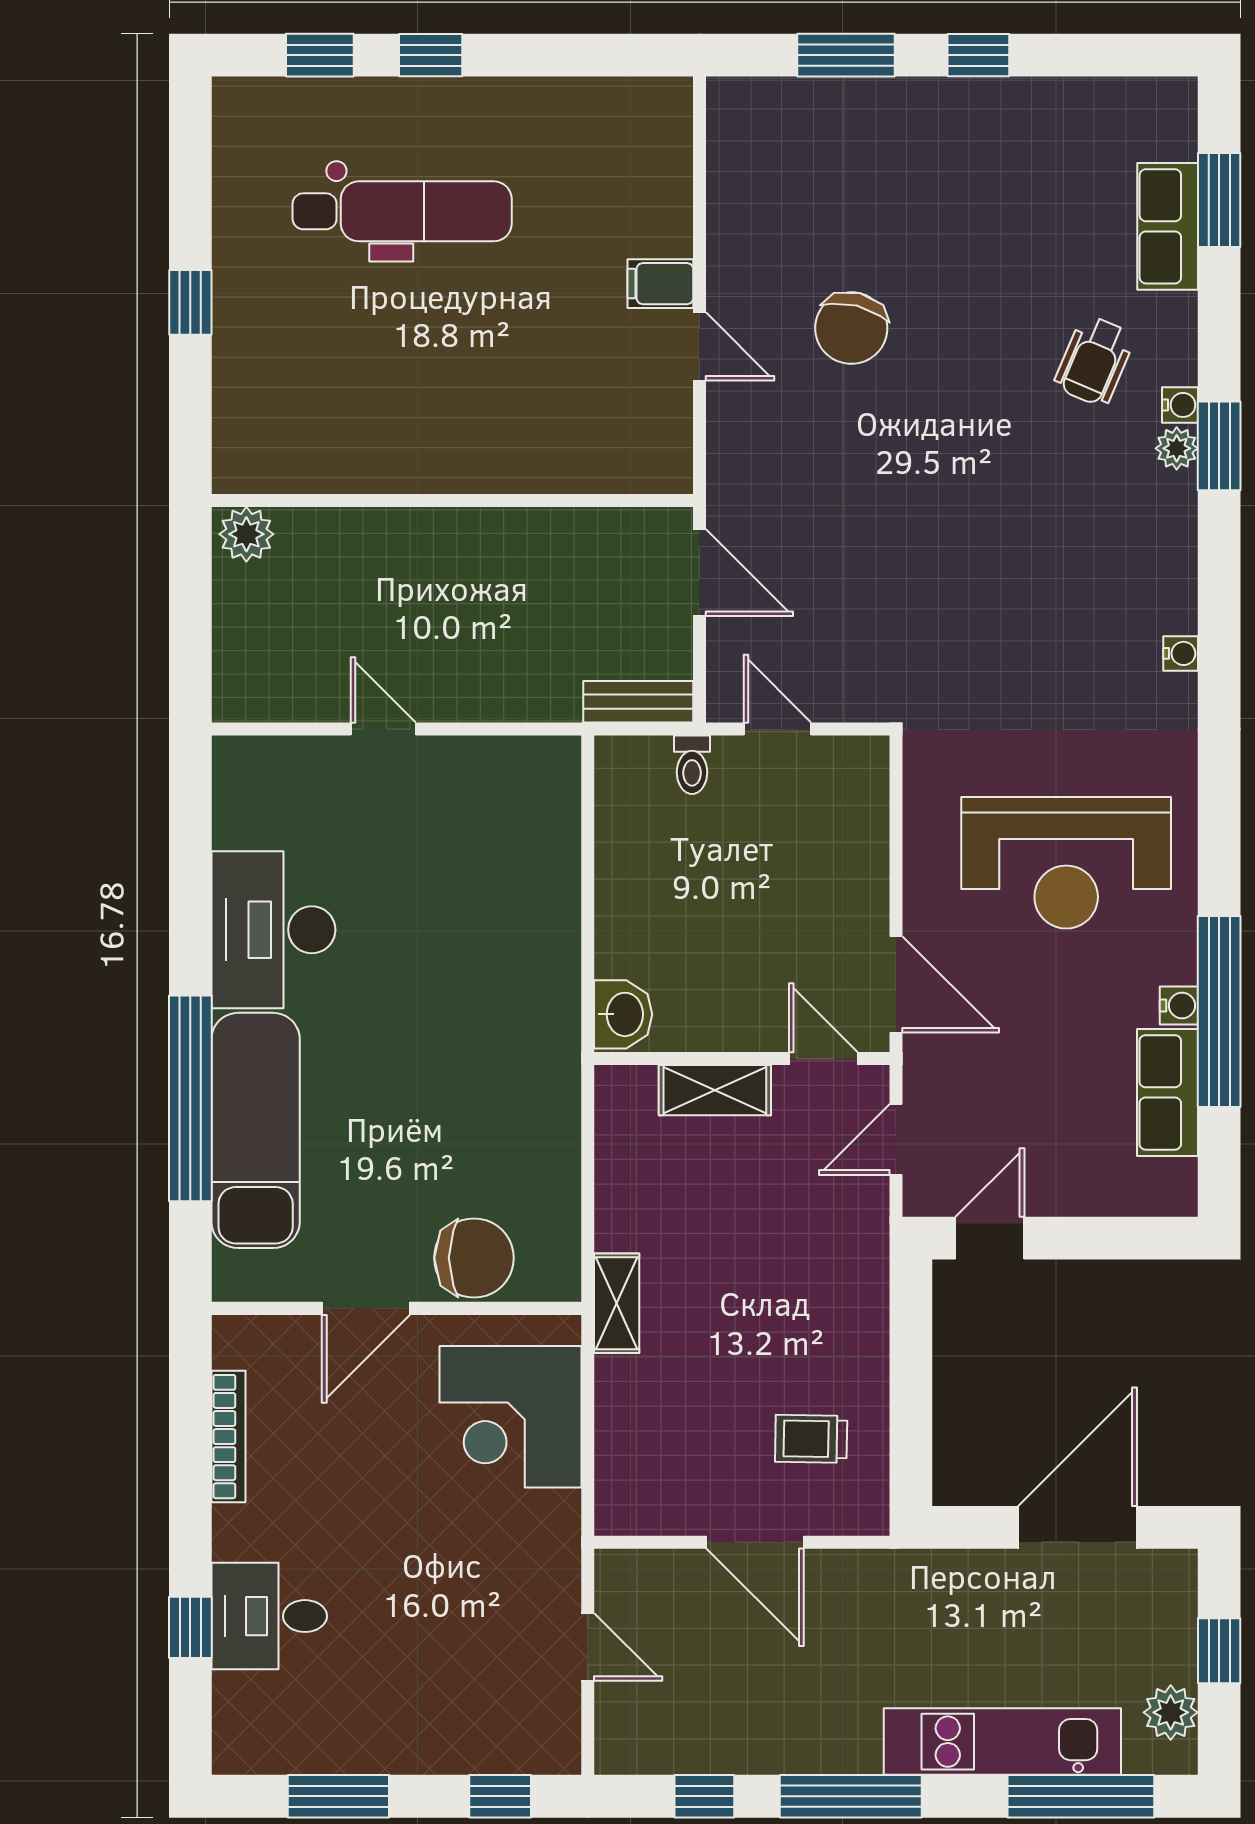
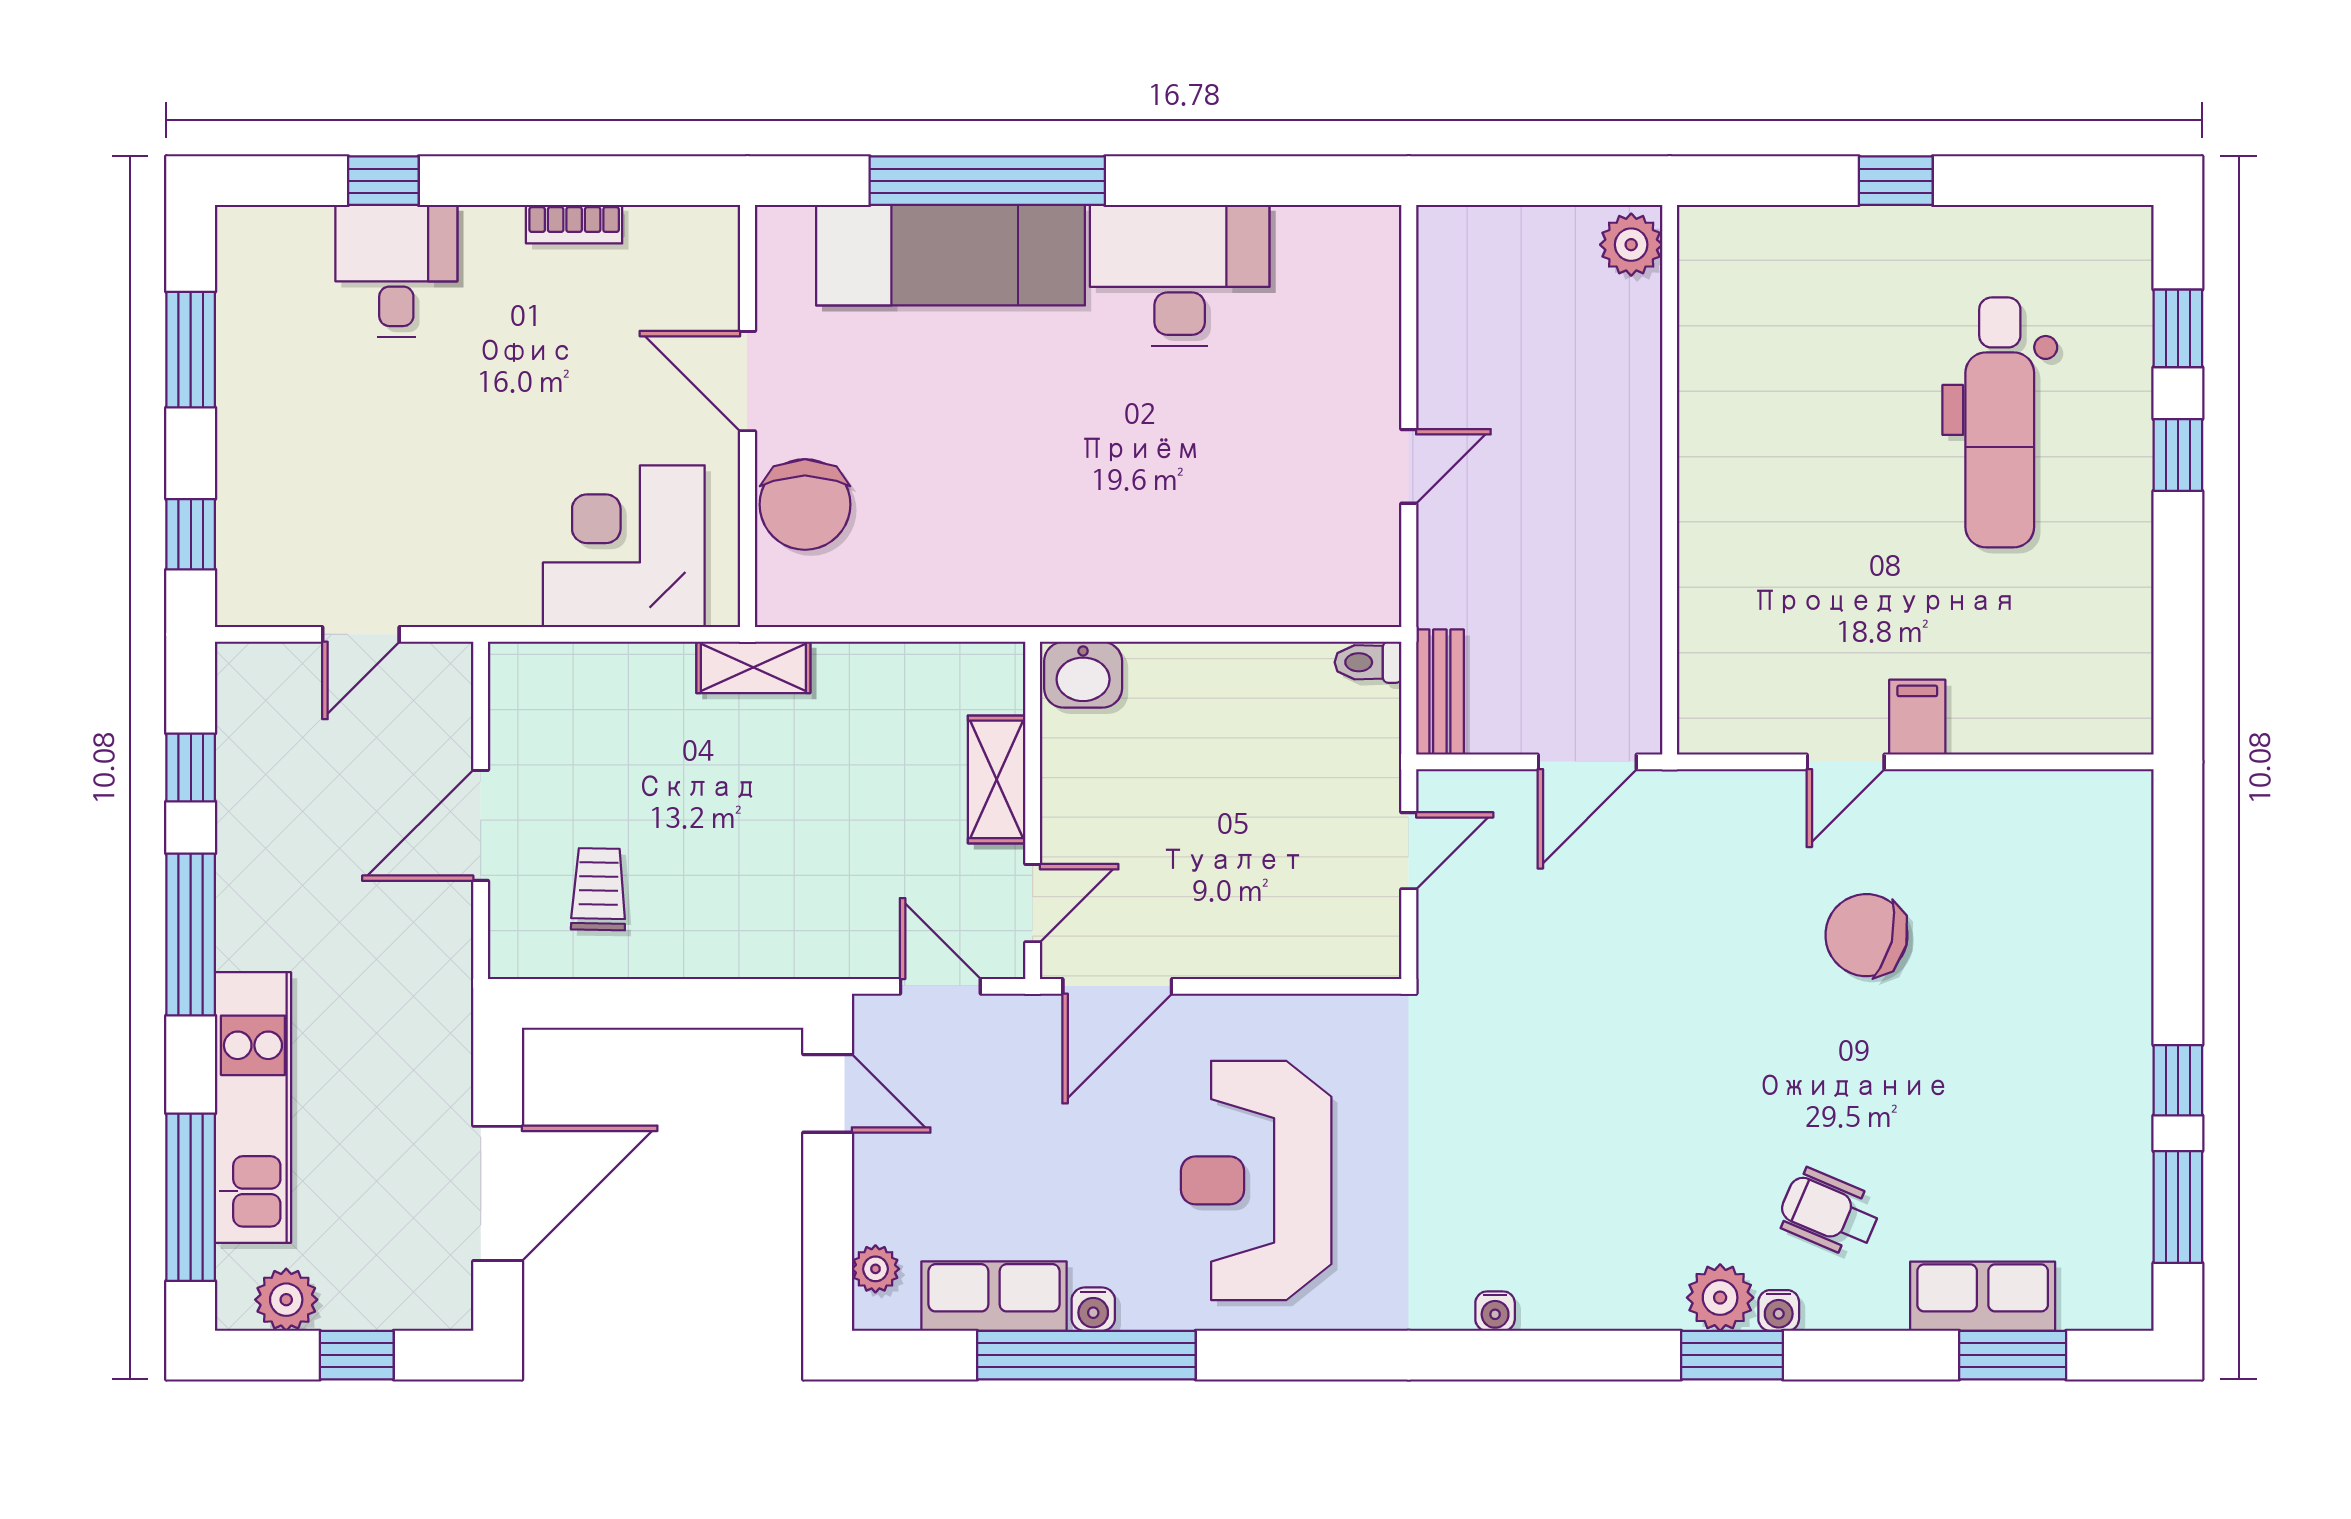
window: (846, 55) -> (2178, 1207), moved
plant: (1177, 448) -> (1720, 1298), width x1.38, depth x1.38
door: (383, 729) -> (1409, 466), moved
toilet: (692, 765) -> (1368, 662), moved
plant: (1144, 1196) -> (875, 1269), added
bookcase: (228, 1437) -> (574, 224), width x0.64
door: (1078, 1527) -> (498, 1193), hinge flipped

